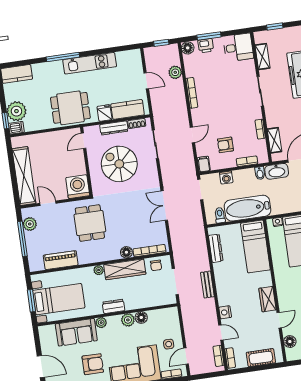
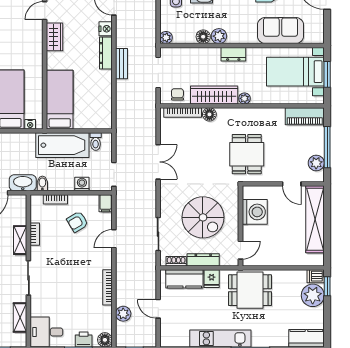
shelving: (274, 140) -> (20, 240), moved
armchair: (225, 145) -> (77, 222), turned 149
washing machine: (78, 187) -> (255, 212), moved, turned -90
dresser: (216, 248) -> (106, 53), moved
piano: (61, 260) -> (305, 116), moved
plant: (101, 323) -> (166, 38), moved

